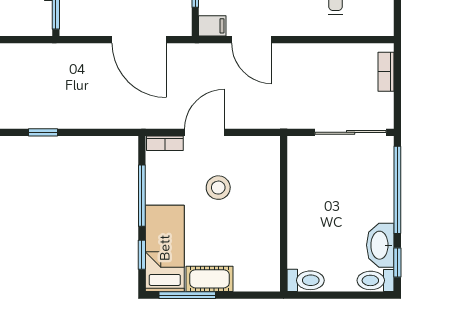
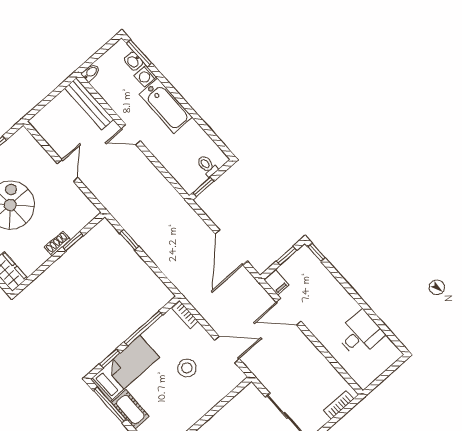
door: (252, 40) -> (289, 312), hinge flipped
door: (205, 132) -> (227, 349), moved

